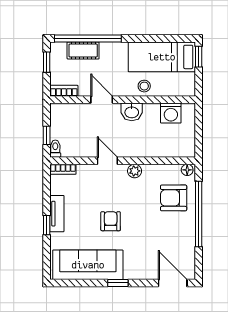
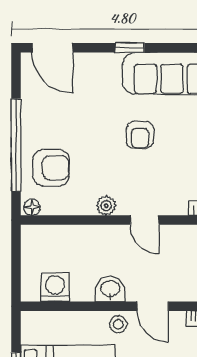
stool: (144, 86) -> (118, 324), moved

